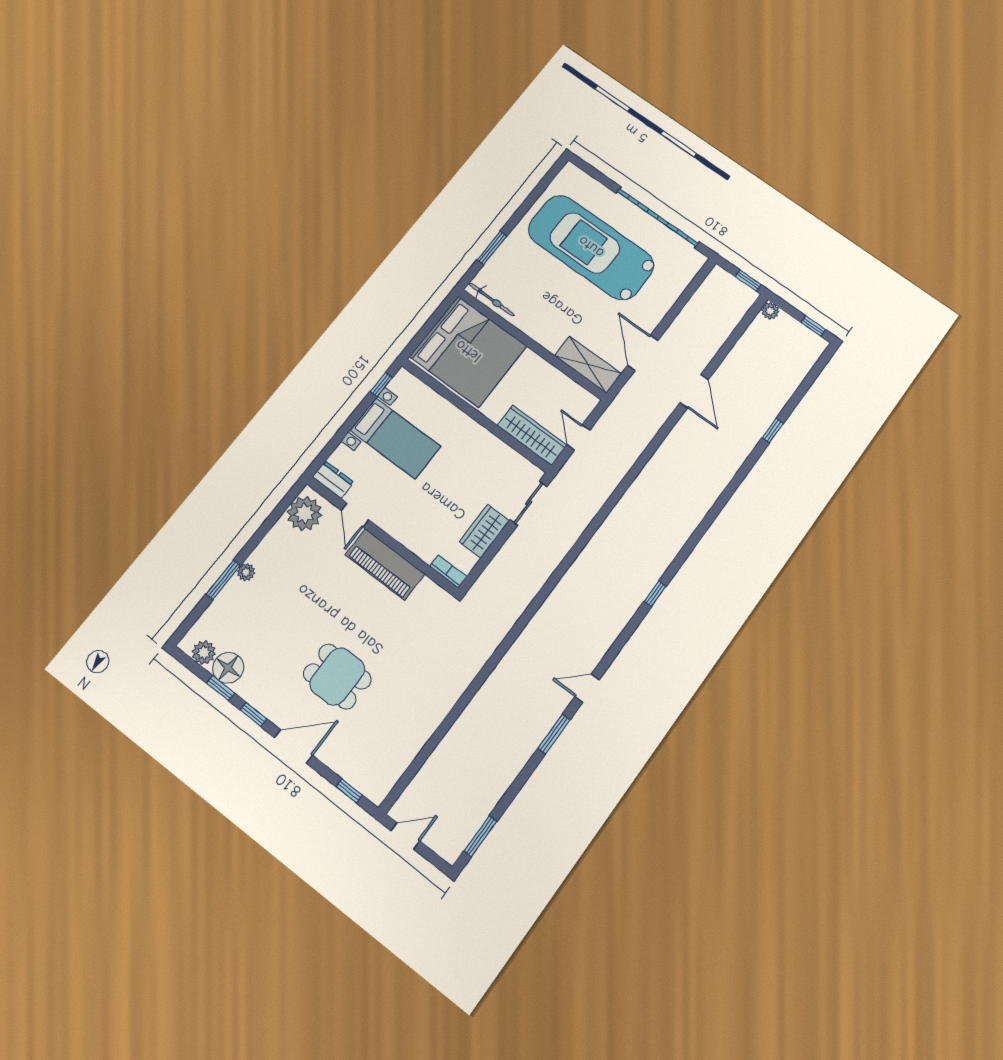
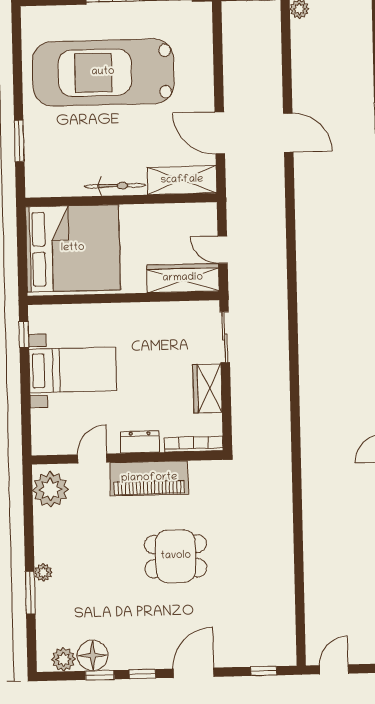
bicycle: (491, 299) -> (115, 186), moved
dresser: (333, 480) -> (140, 442), moved
door: (355, 515) -> (92, 458), swing flipped
bookcase: (448, 571) -> (194, 444), width x1.56
dining table: (337, 676) -> (176, 556), moved

